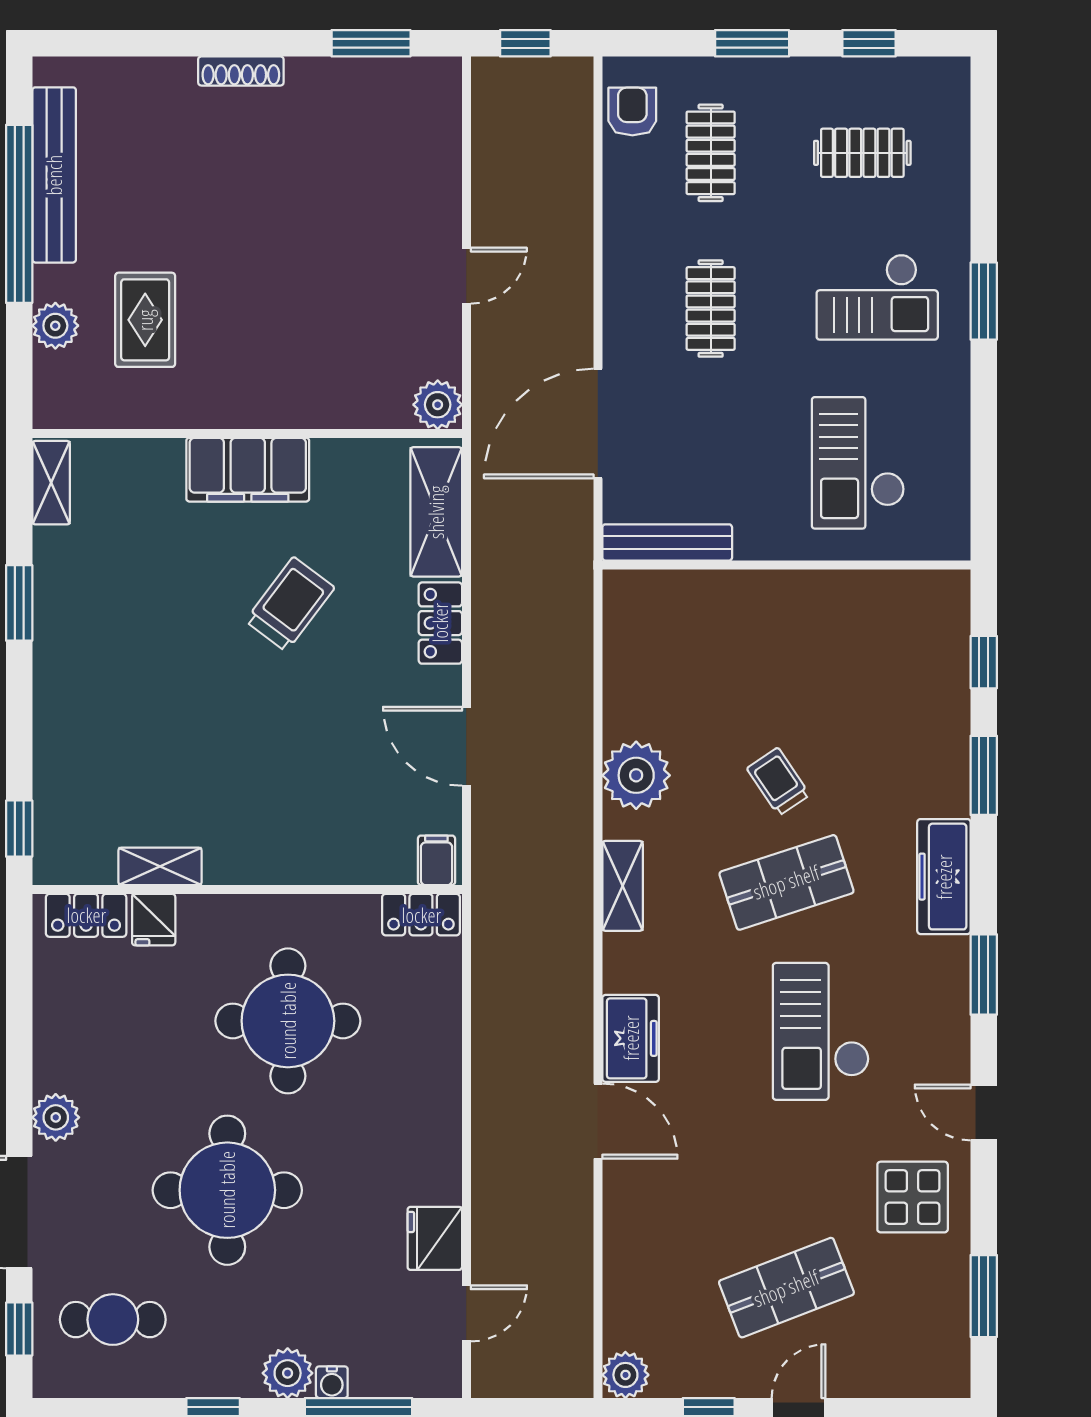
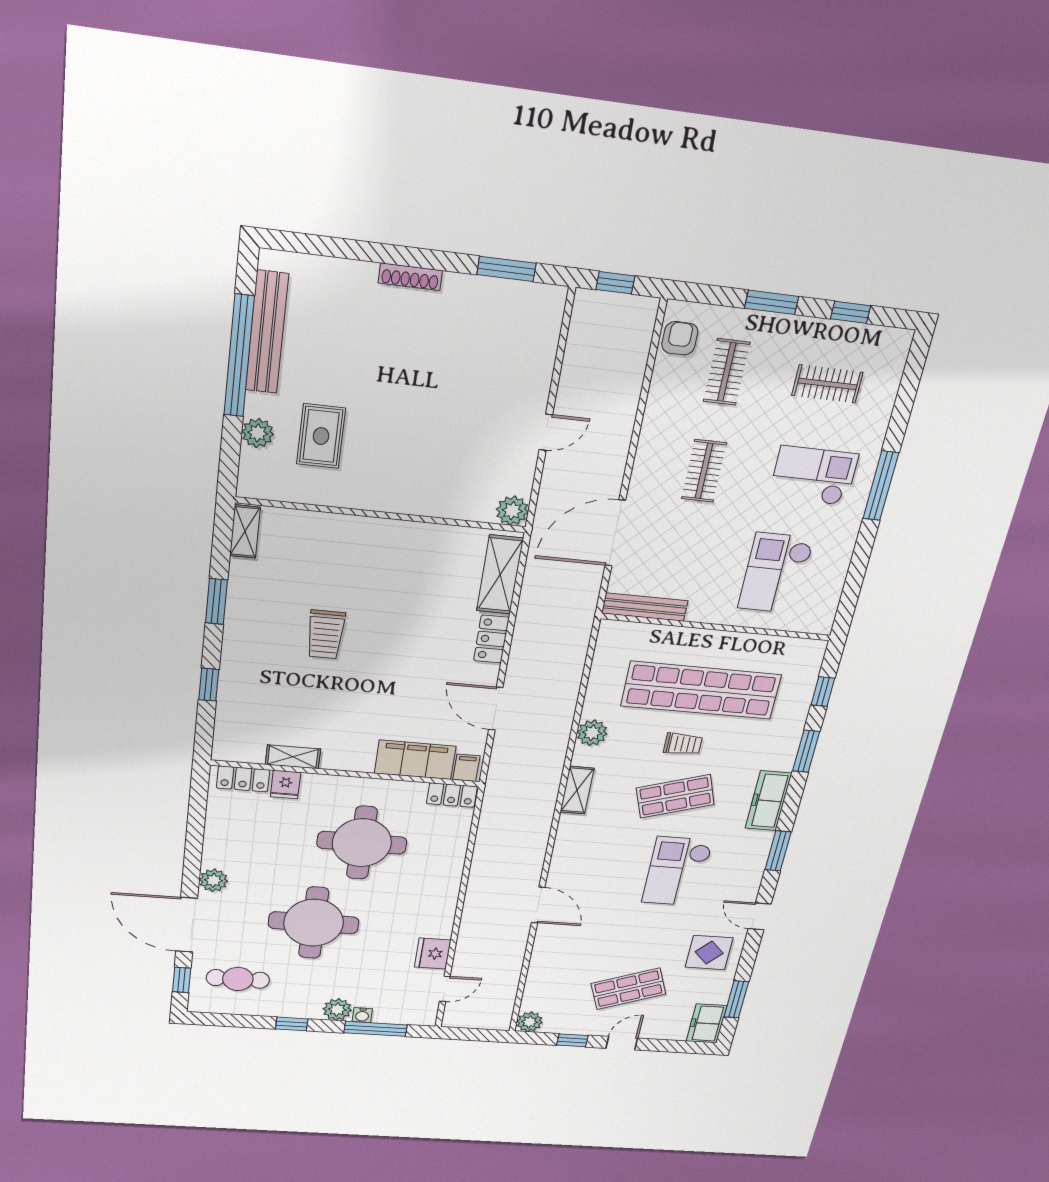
checkout: (877, 297) -> (814, 476), turned 180
window: (984, 301) -> (881, 486), width x1.44
filing cabinet: (248, 470) -> (415, 760), moved, turned 180
trolley: (290, 604) -> (326, 634), moved, turned 143
shop shelf: (786, 680) -> (701, 690), added
plant: (636, 775) -> (592, 733), width x0.73, depth x0.73
trolley: (778, 782) -> (683, 744), turned 124
window: (19, 829) -> (209, 685), moved
freezer: (631, 1038) -> (707, 1023), moved, turned 180

